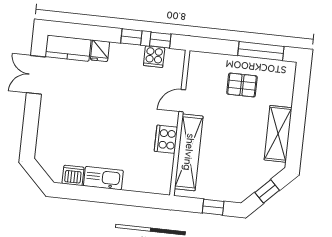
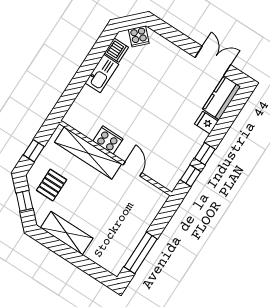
cooker: (154, 57) -> (139, 36), moved, turned -135
pallet: (242, 85) -> (52, 185), moved

